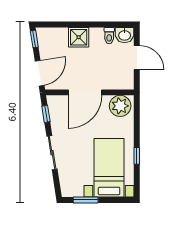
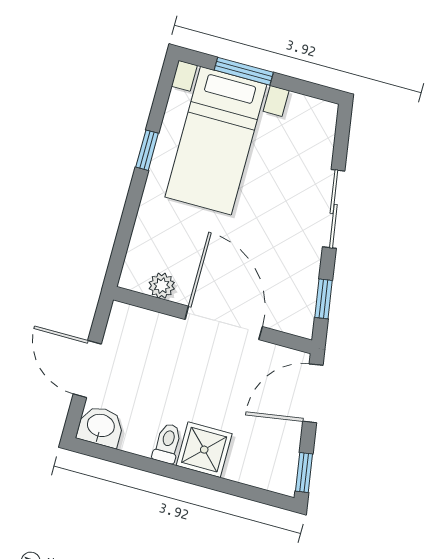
toilet: (109, 36) -> (167, 443), moved
door: (85, 92) -> (224, 323), hinge flipped
plant: (120, 106) -> (162, 286), width x0.53, depth x0.53
window: (86, 200) -> (244, 71), moved

